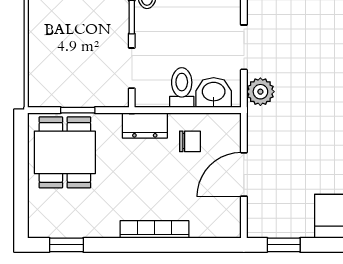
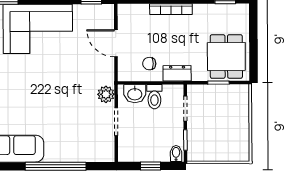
door: (244, 174) -> (116, 43), swing flipped

